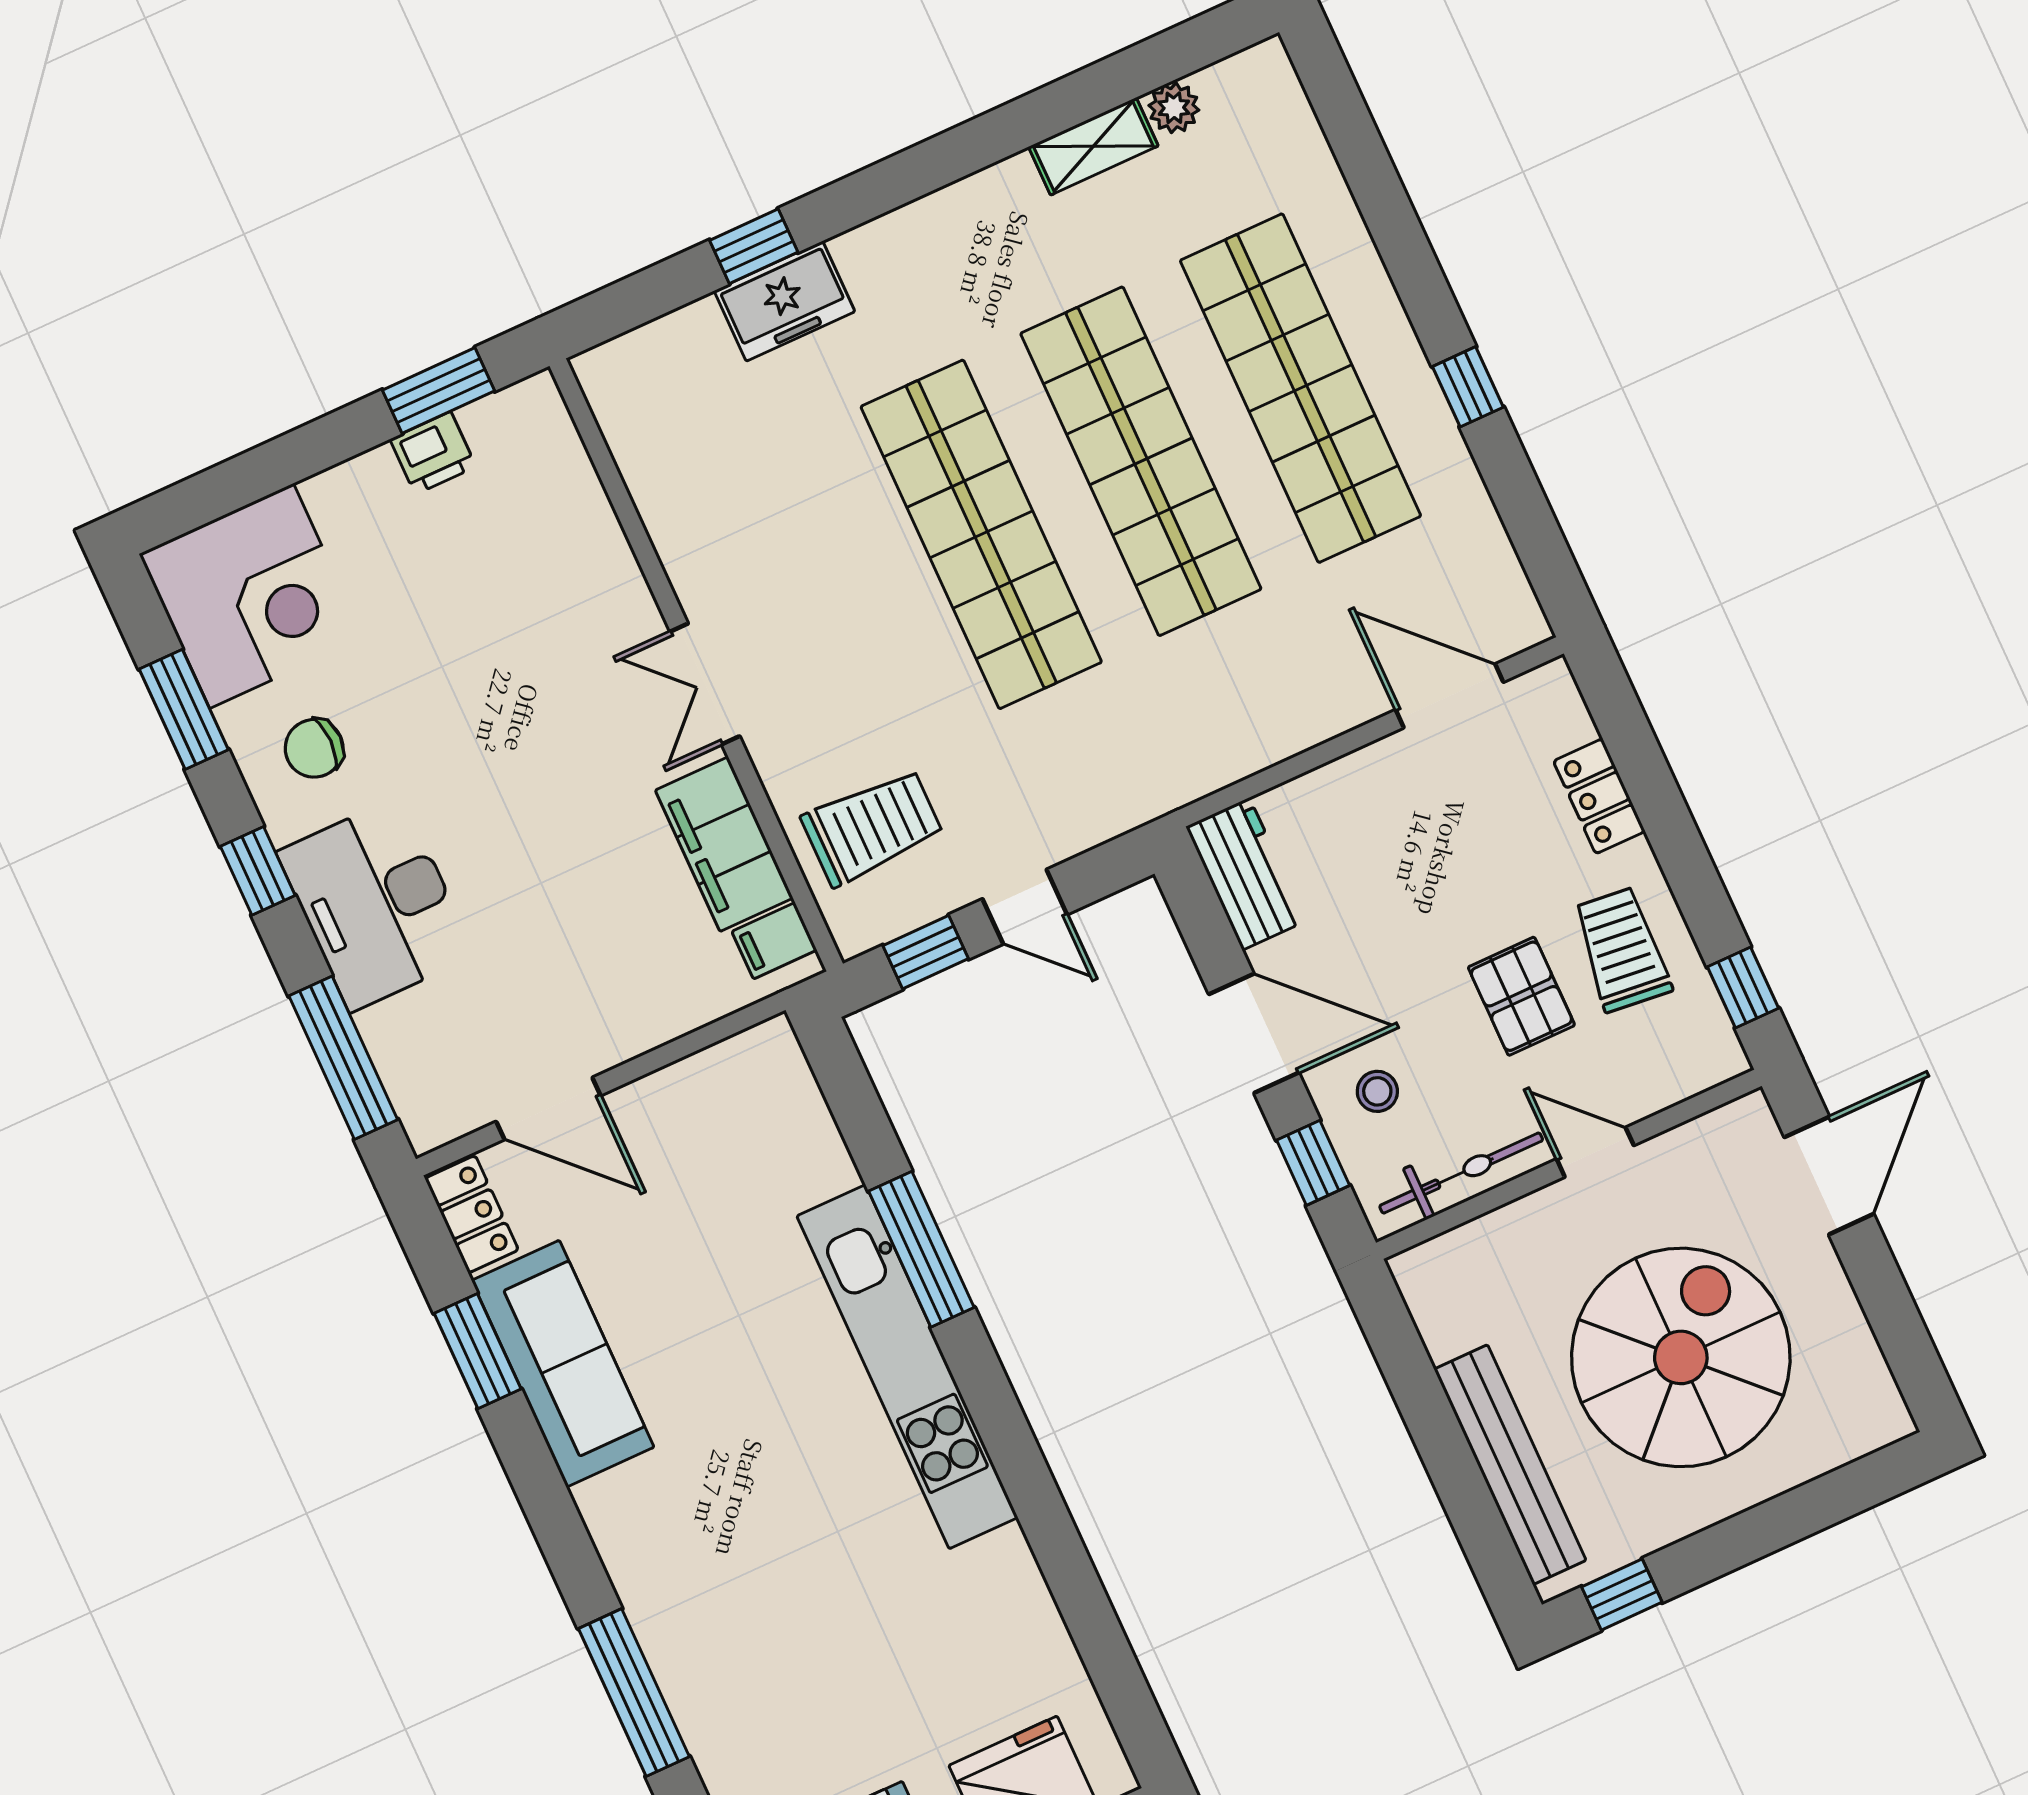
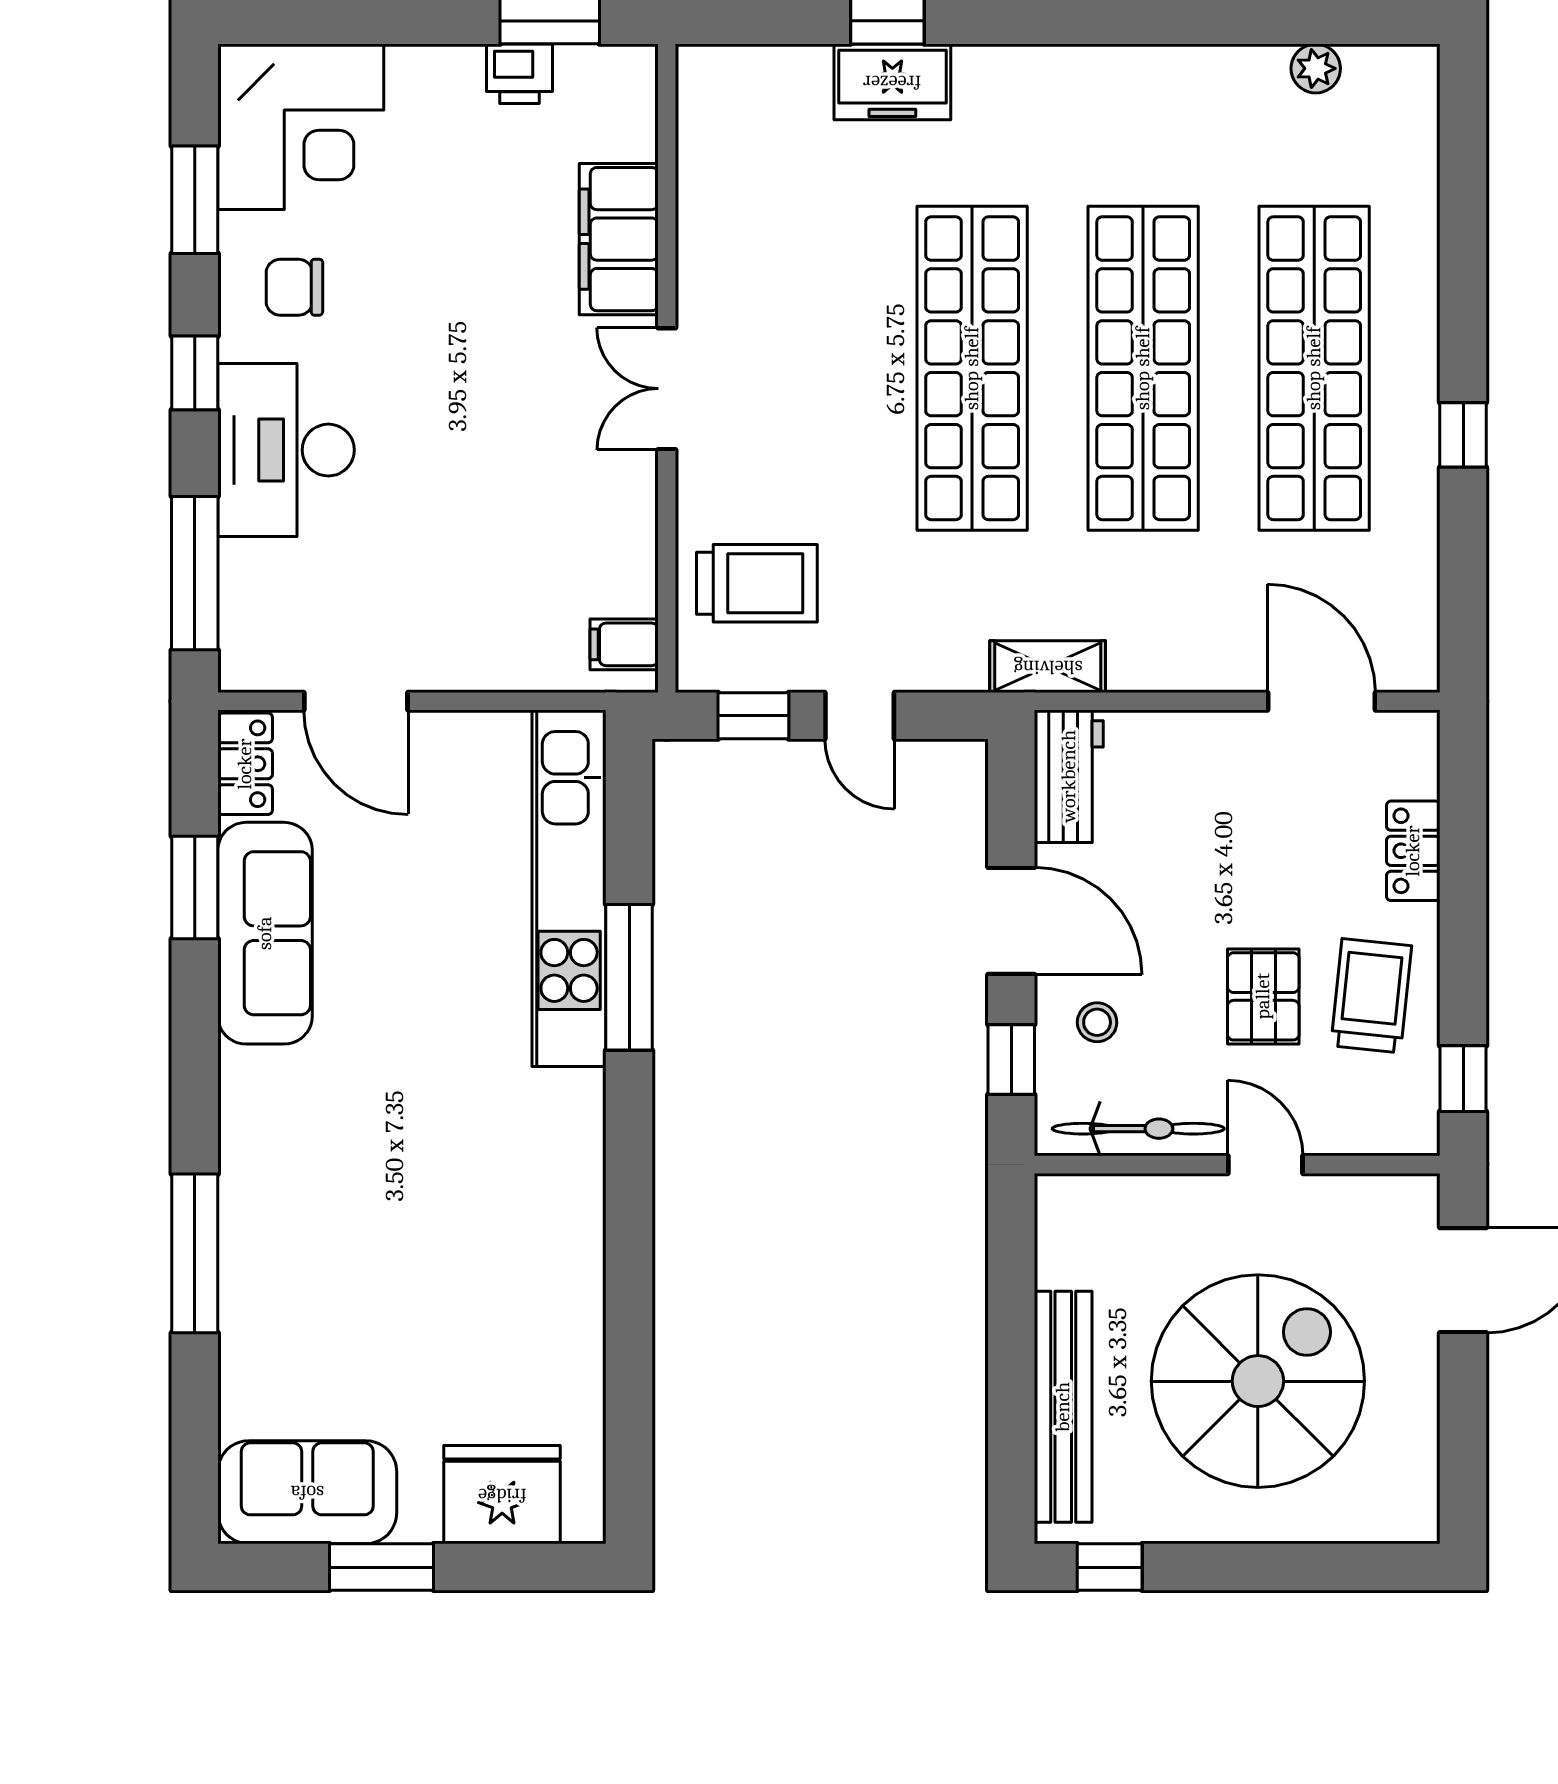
shelving: (1093, 146) -> (1048, 667), moved
filing cabinet: (724, 844) -> (619, 239), moved
kitchen unit: (907, 1367) -> (569, 888), moved

